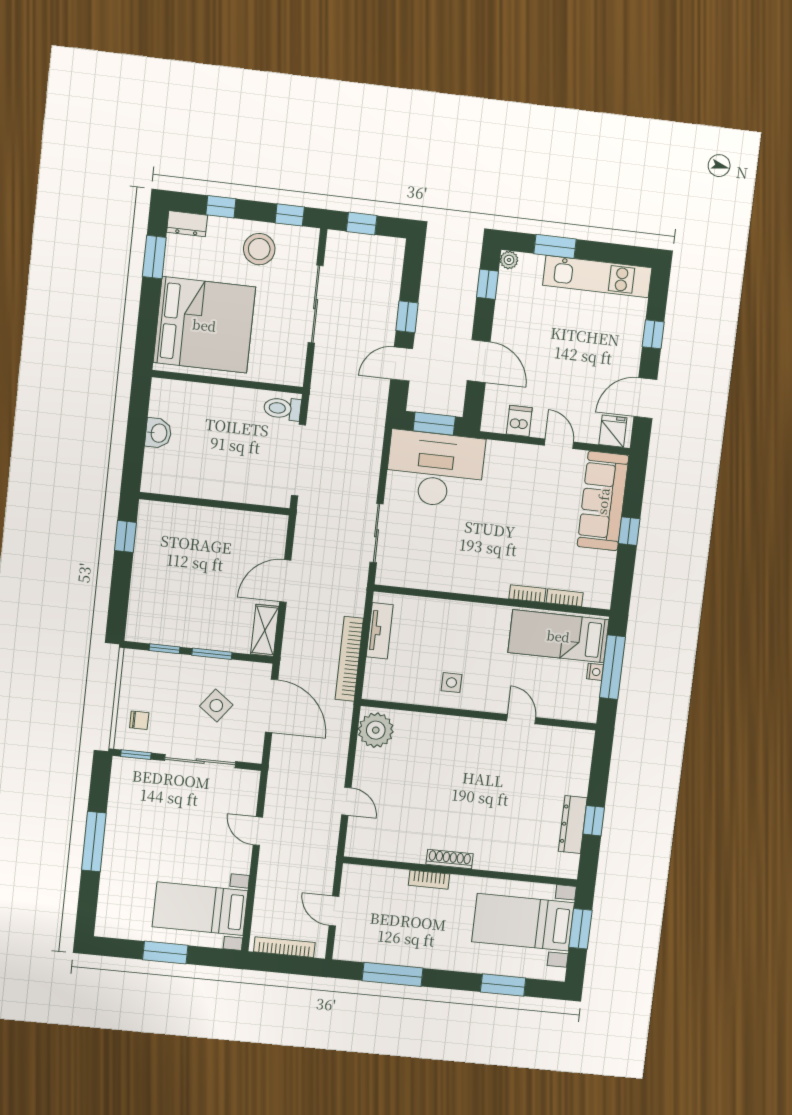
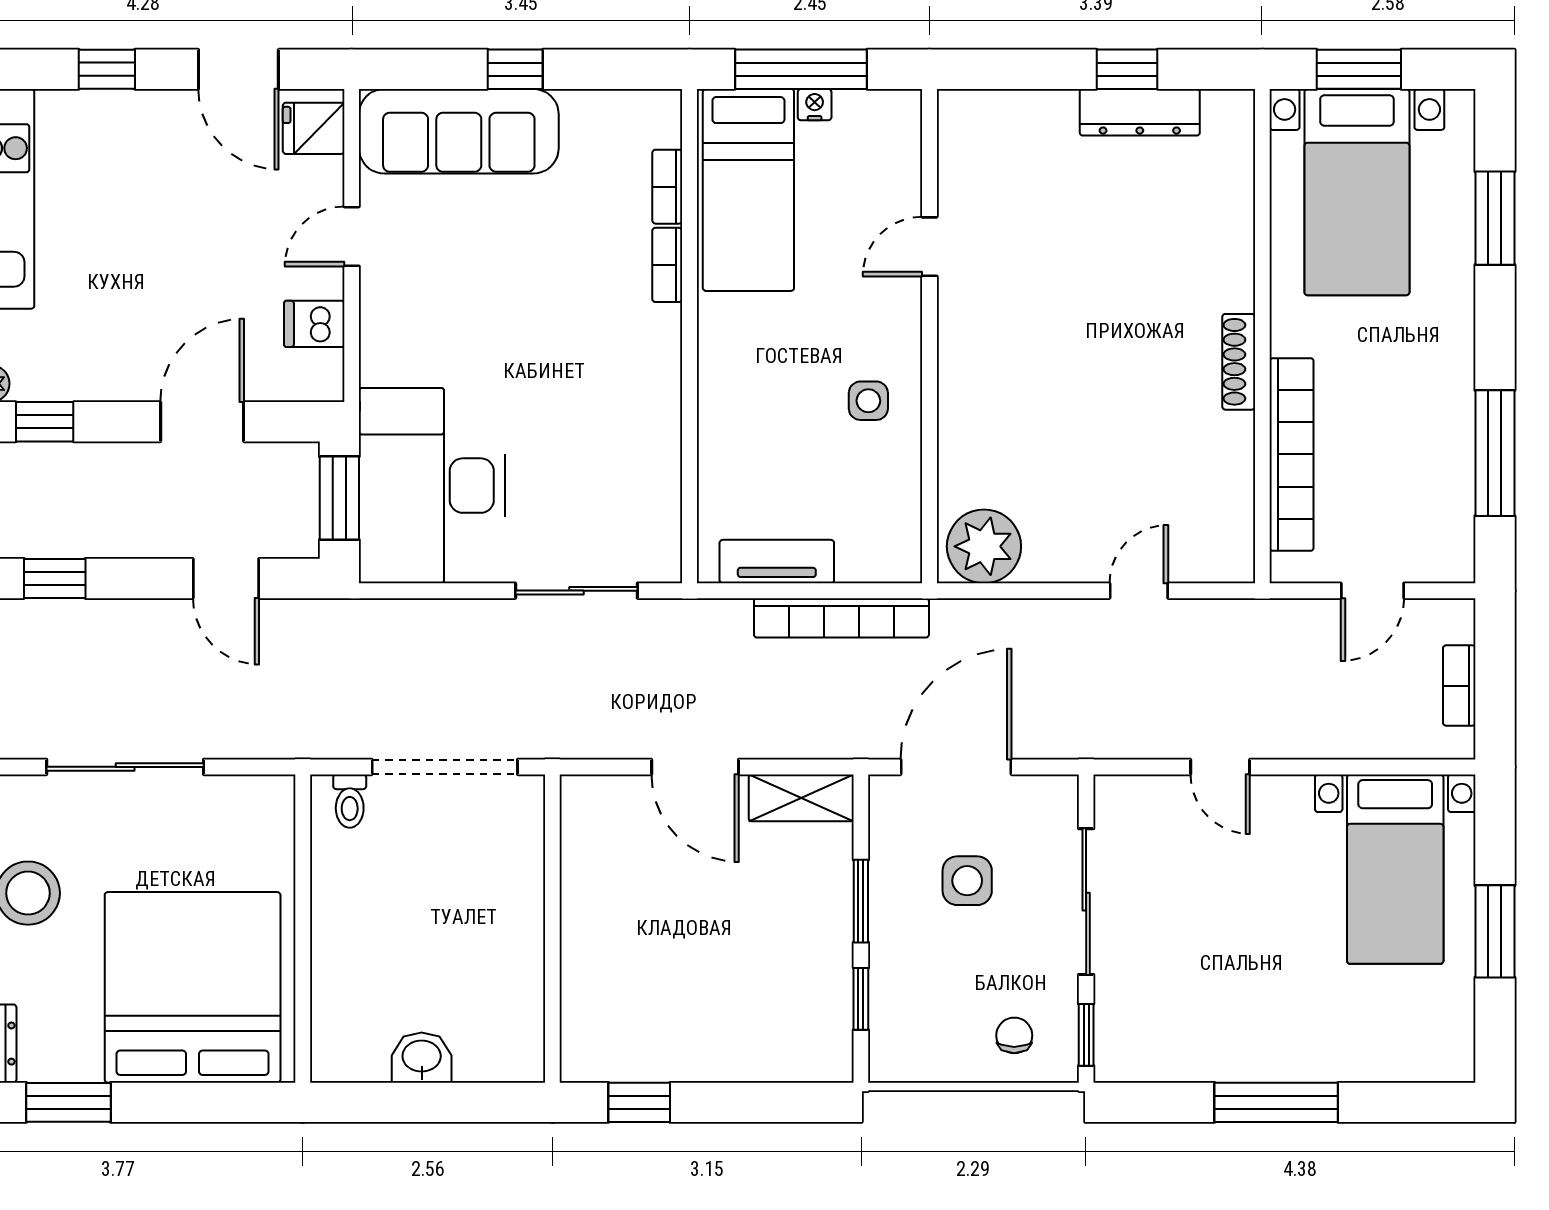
window: (407, 317) -> (55, 578), moved
toilet: (282, 408) -> (350, 801), width x0.73, depth x0.72
side table: (216, 706) -> (967, 881), turned -37
door: (258, 831) -> (1220, 767), hinge flipped
bookcase: (429, 880) -> (1292, 454), width x2.31, depth x1.31
bookcase: (284, 947) -> (1459, 686), width x0.64

